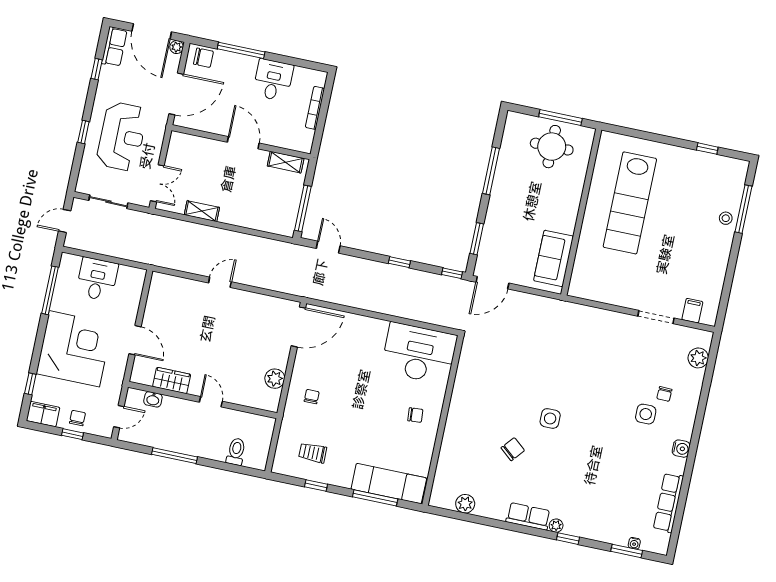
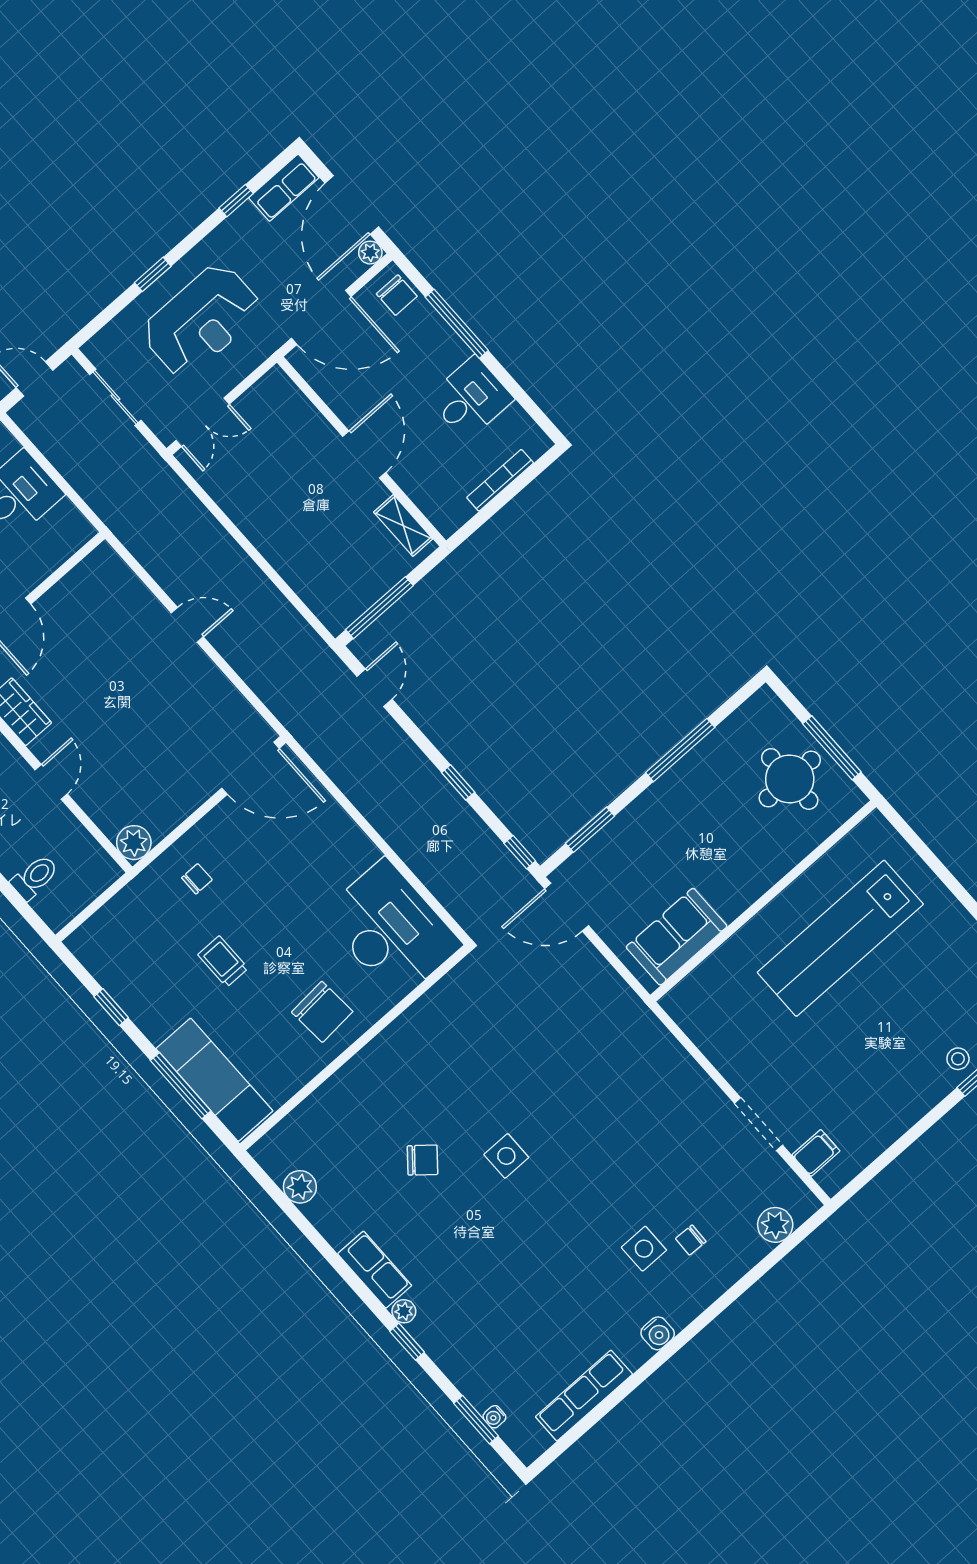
shelving: (202, 211) -> (236, 507), removed
plant: (275, 379) -> (134, 843), moved
chair: (415, 415) -> (322, 1012), width x1.87, depth x1.87
trolley: (313, 453) -> (223, 961), moved

